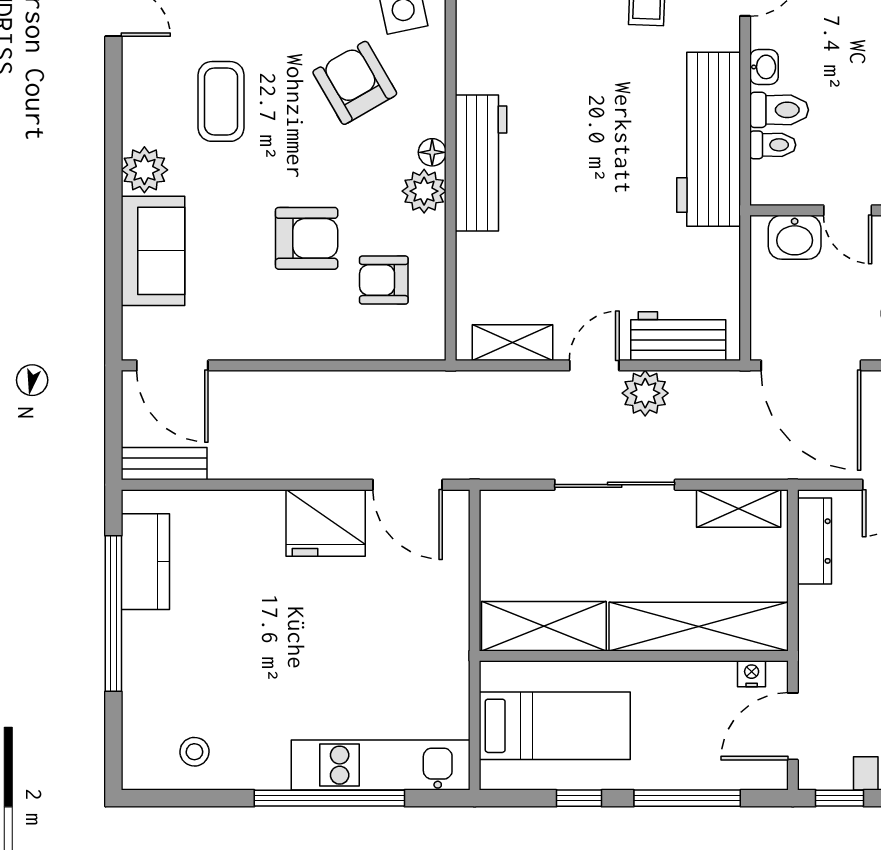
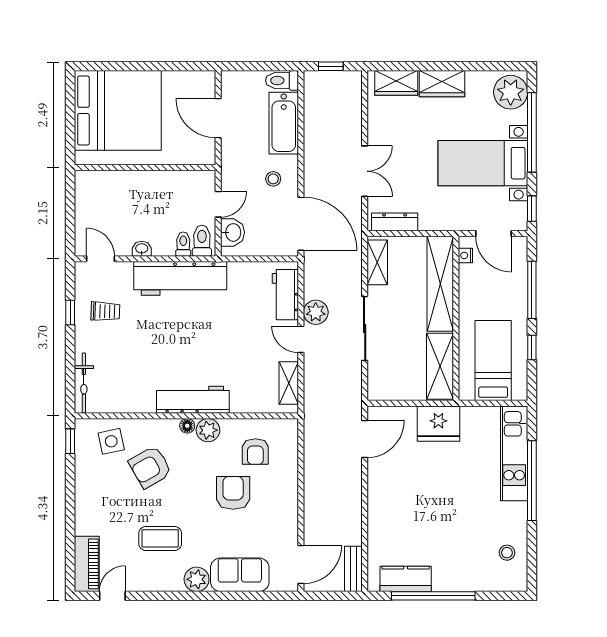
toilet: (779, 110) -> (202, 241), moved
door: (811, 365) -> (301, 224), hinge flipped
fridge: (326, 523) -> (438, 424), moved, turned 90

